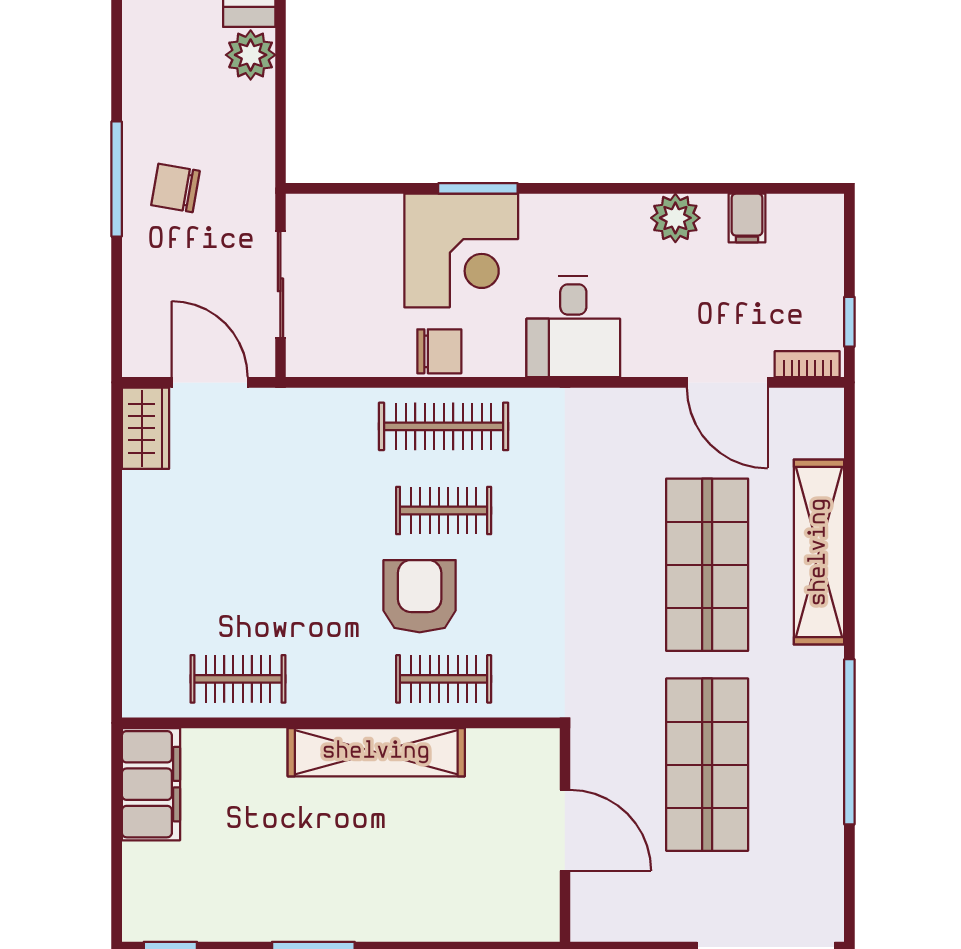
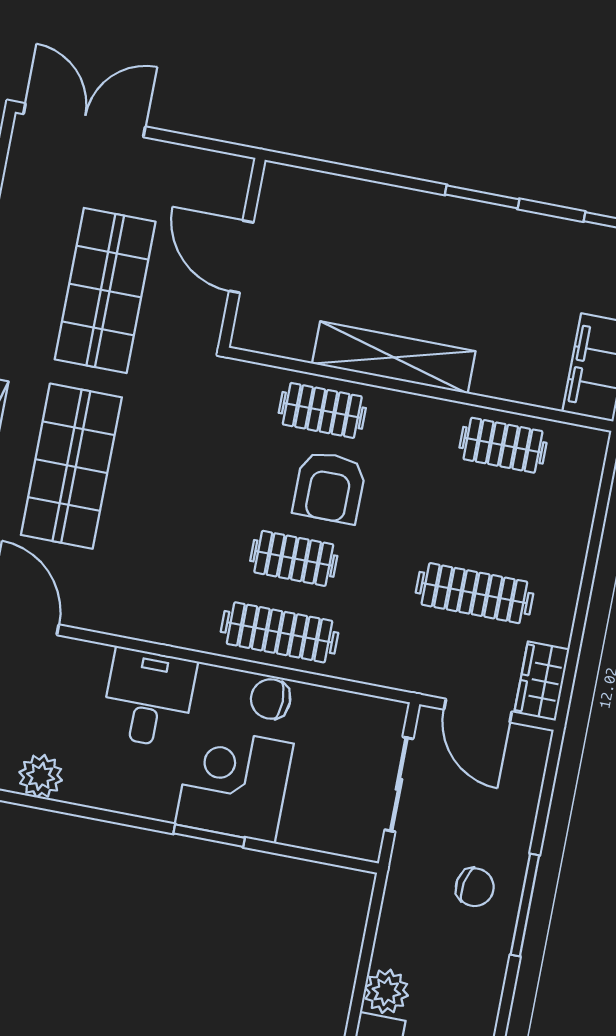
clothes rail: (238, 511) -> (474, 593), added

